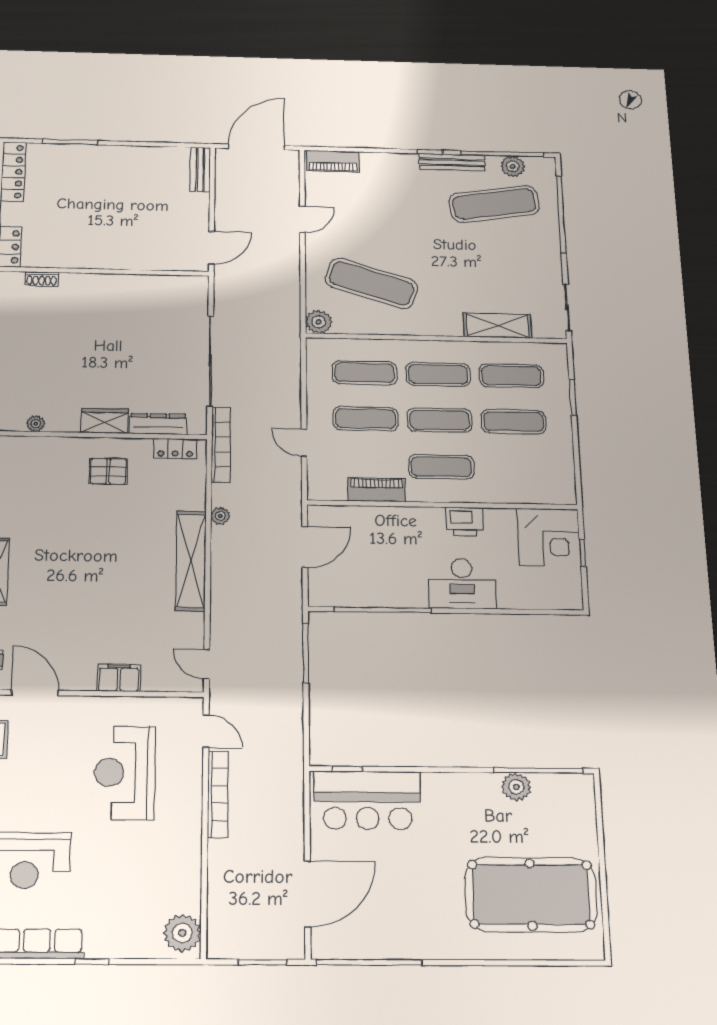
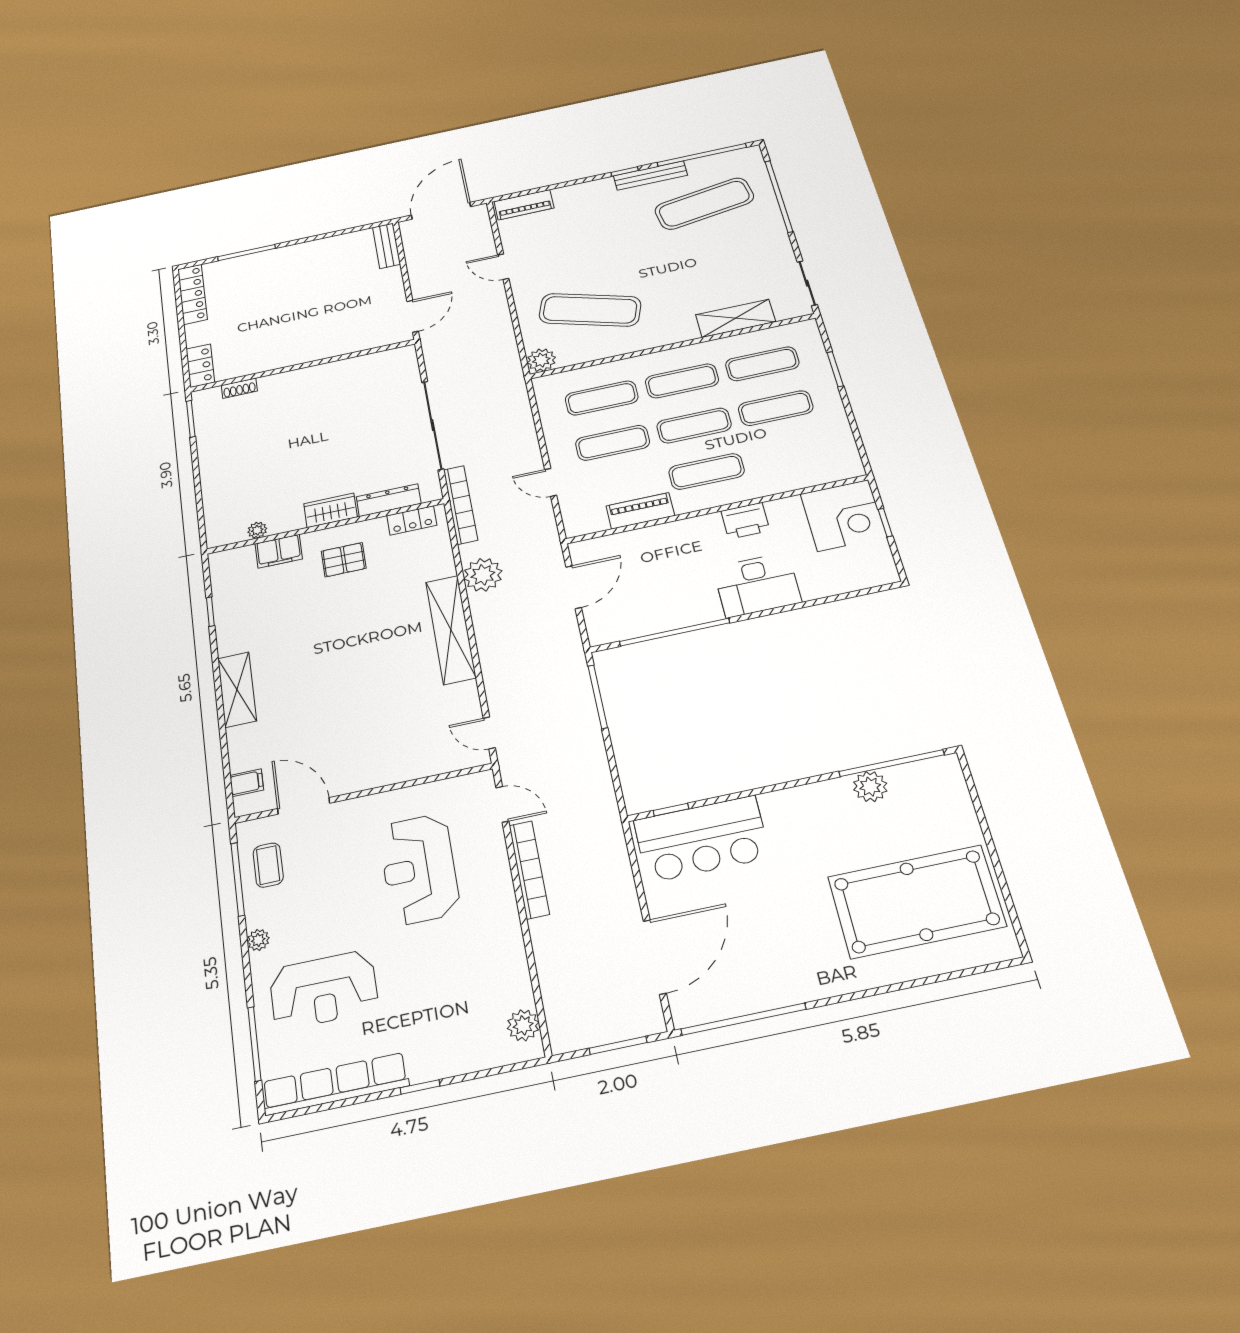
plant: (513, 166) -> (716, 164), removed
door: (302, 219) -> (503, 267), swing flipped
plant: (220, 516) -> (483, 575), width x1.88, depth x1.88
filing cabinet: (119, 678) -> (279, 551), moved, turned 180
plant: (182, 933) -> (523, 1025), width x0.73, depth x0.73

